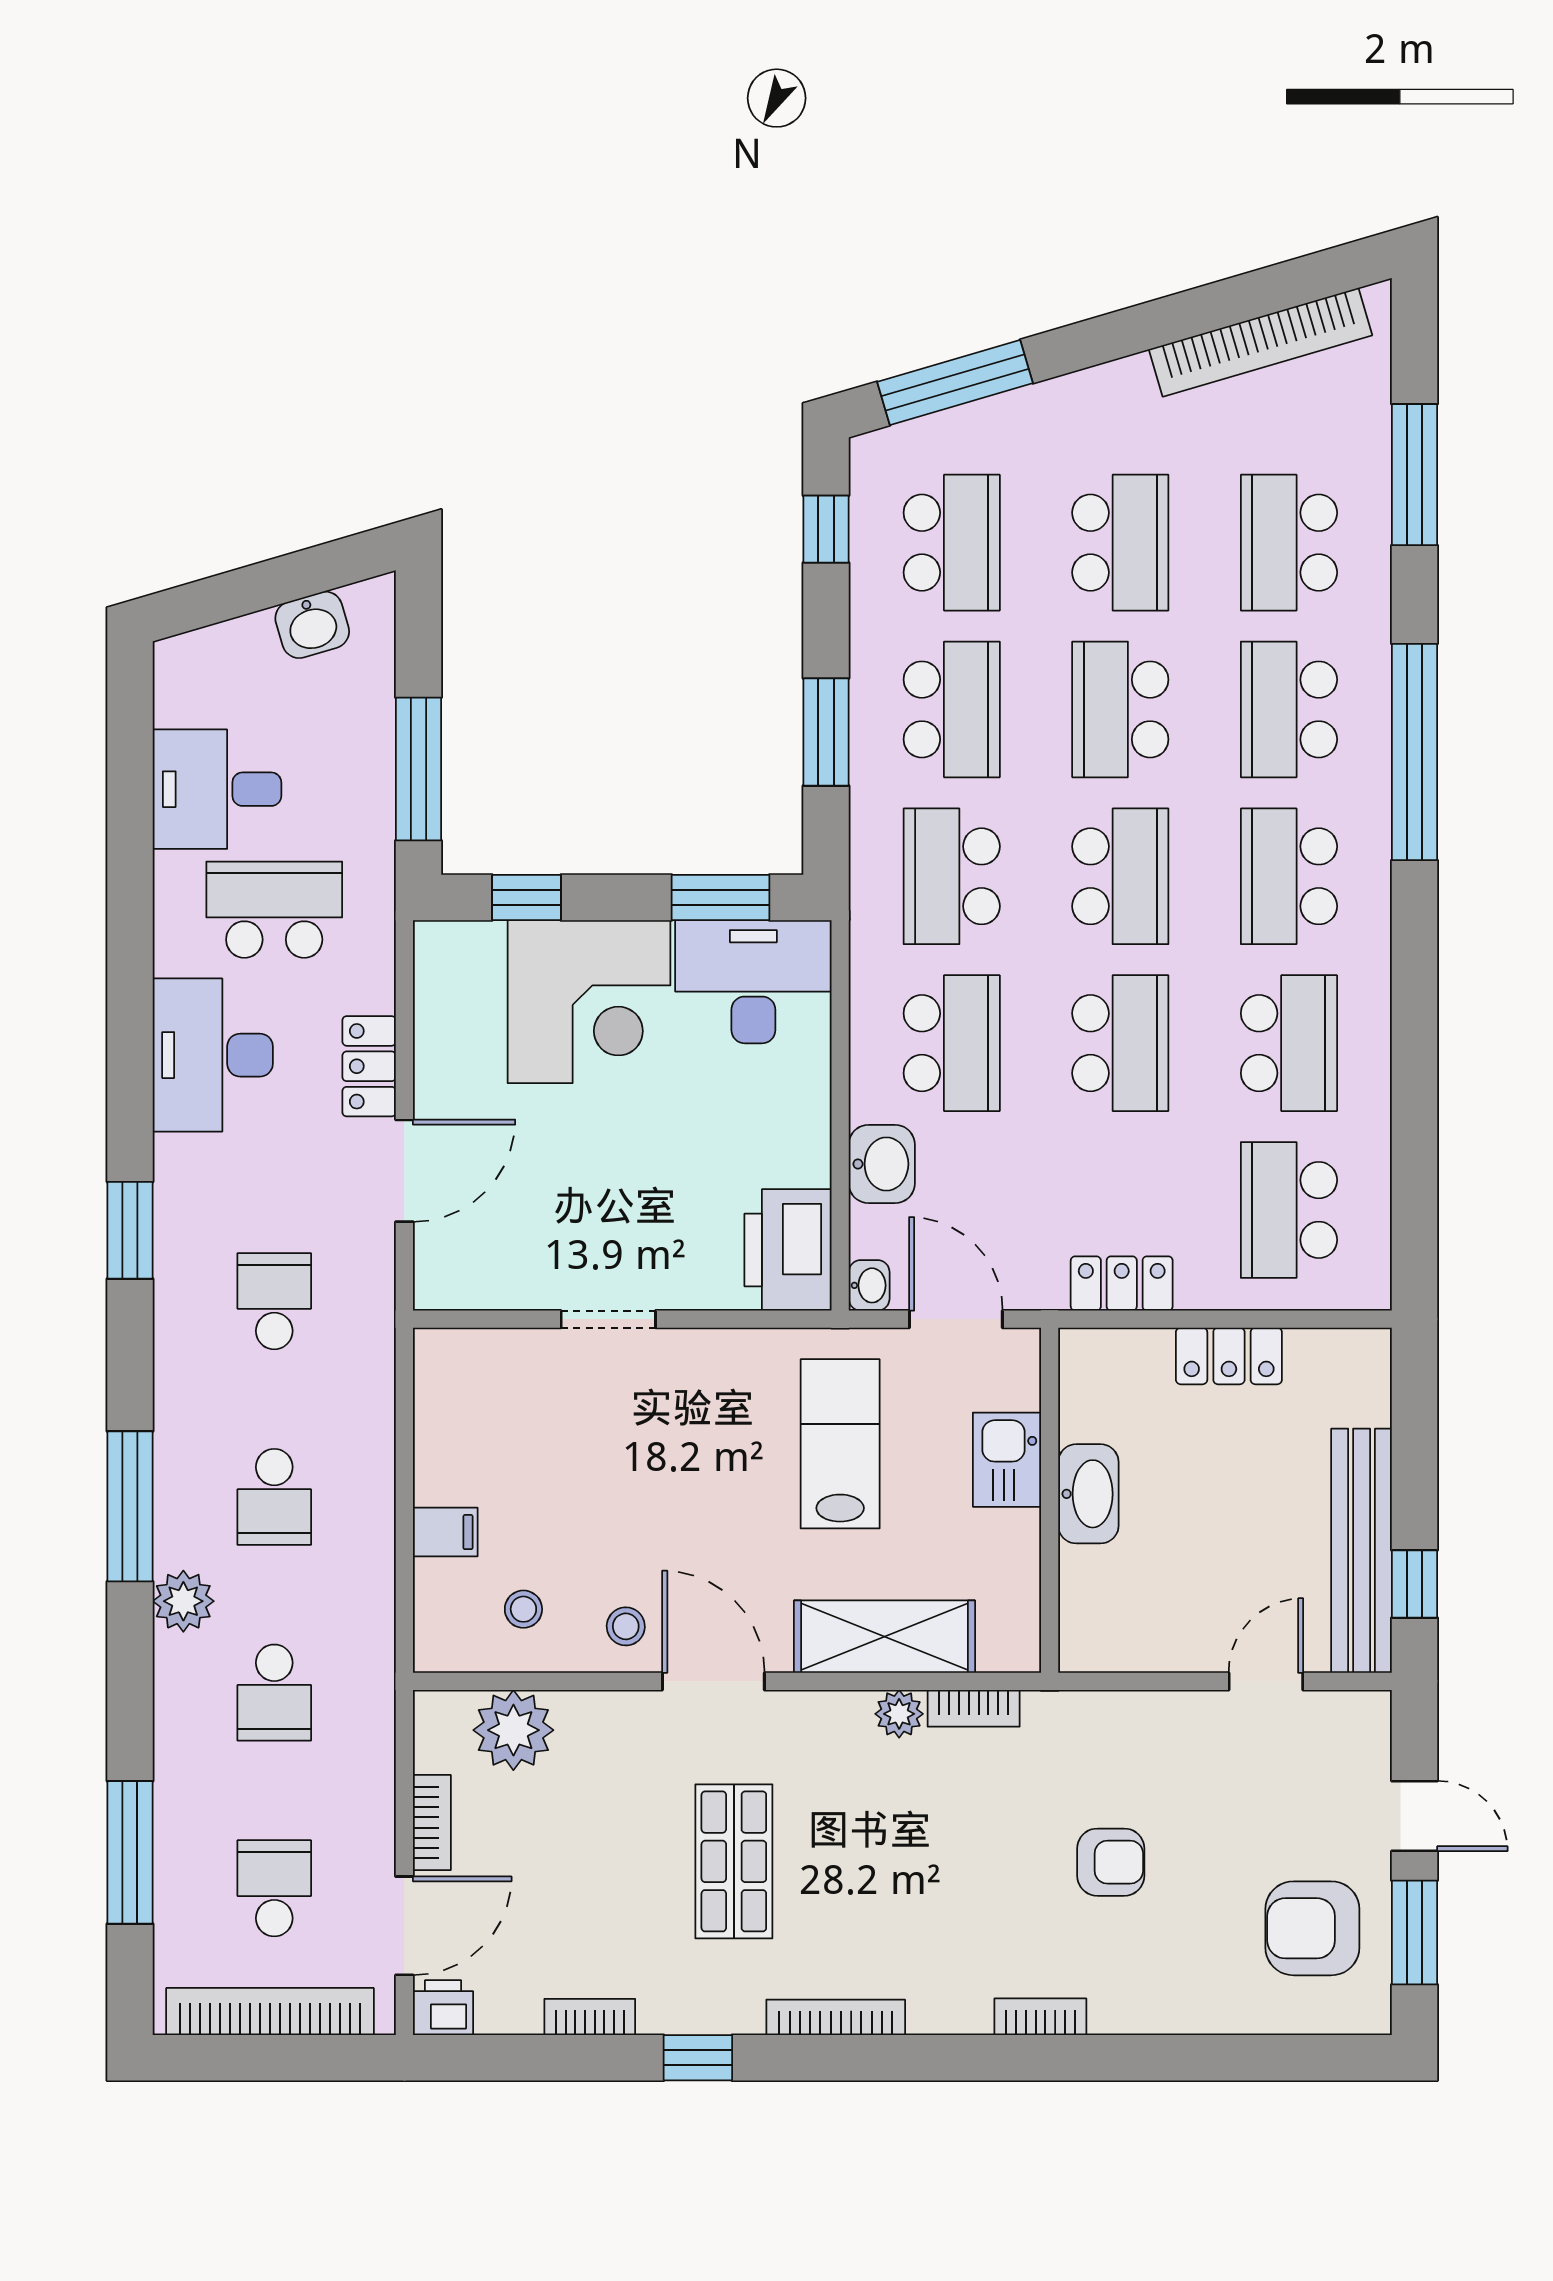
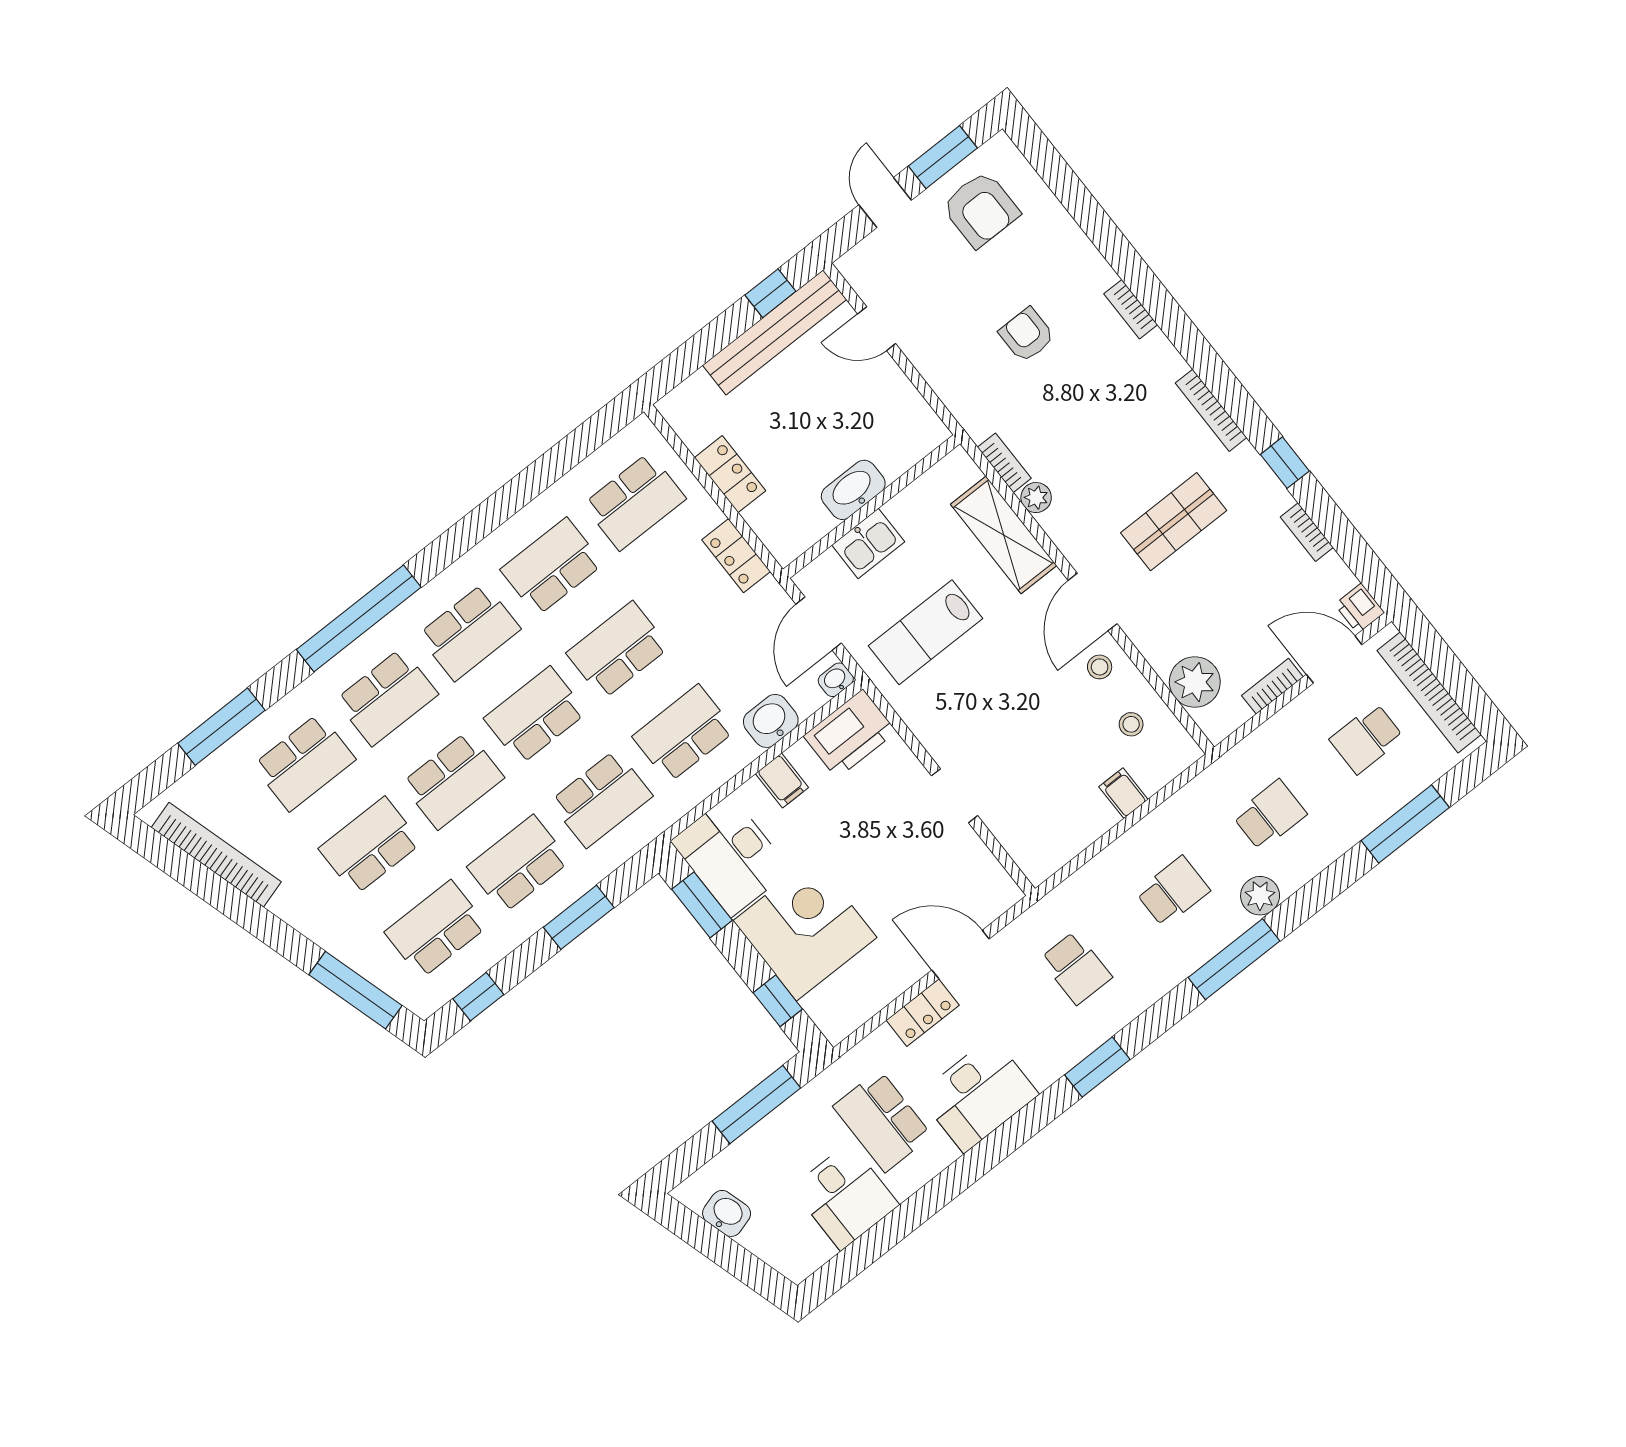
filing cabinet: (797, 1119) -> (782, 781), added
school desk: (274, 1301) -> (1076, 968), turned -90

